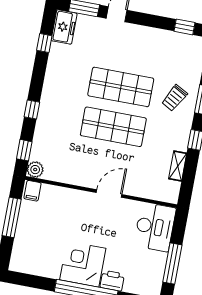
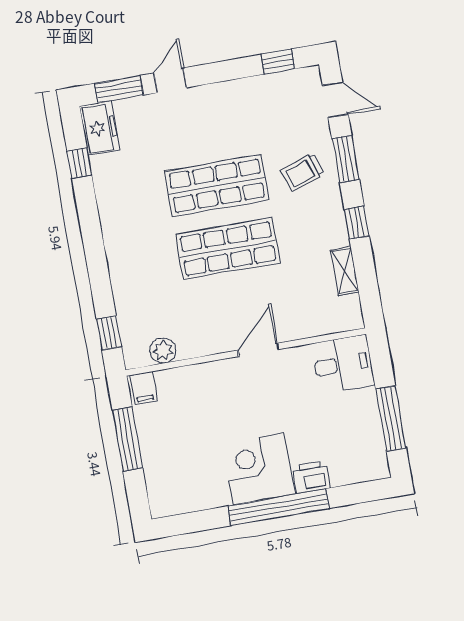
trolley: (174, 98) -> (302, 172), turned 42
window: (32, 109) -> (98, 268), removed
plant: (35, 170) -> (163, 350), moved
desk: (155, 227) -> (343, 364), width x0.73

